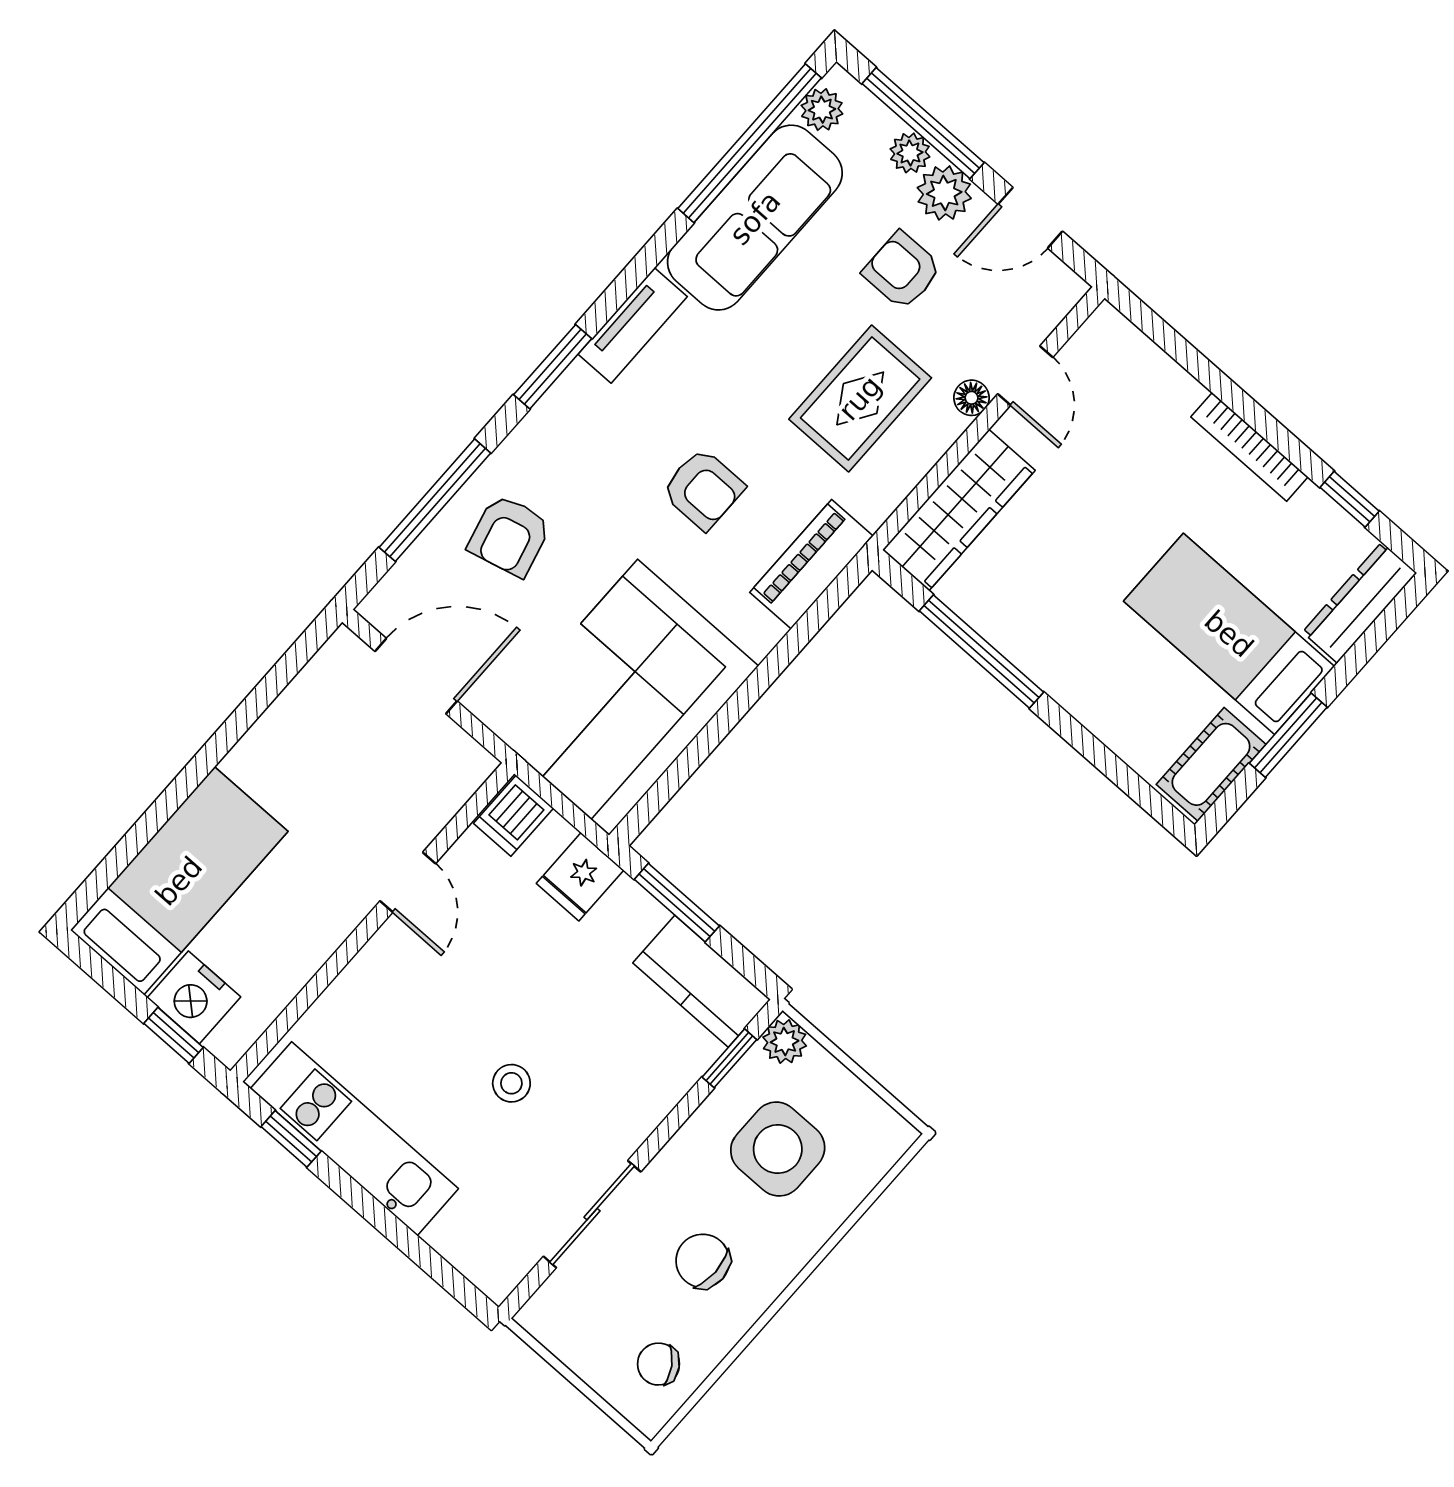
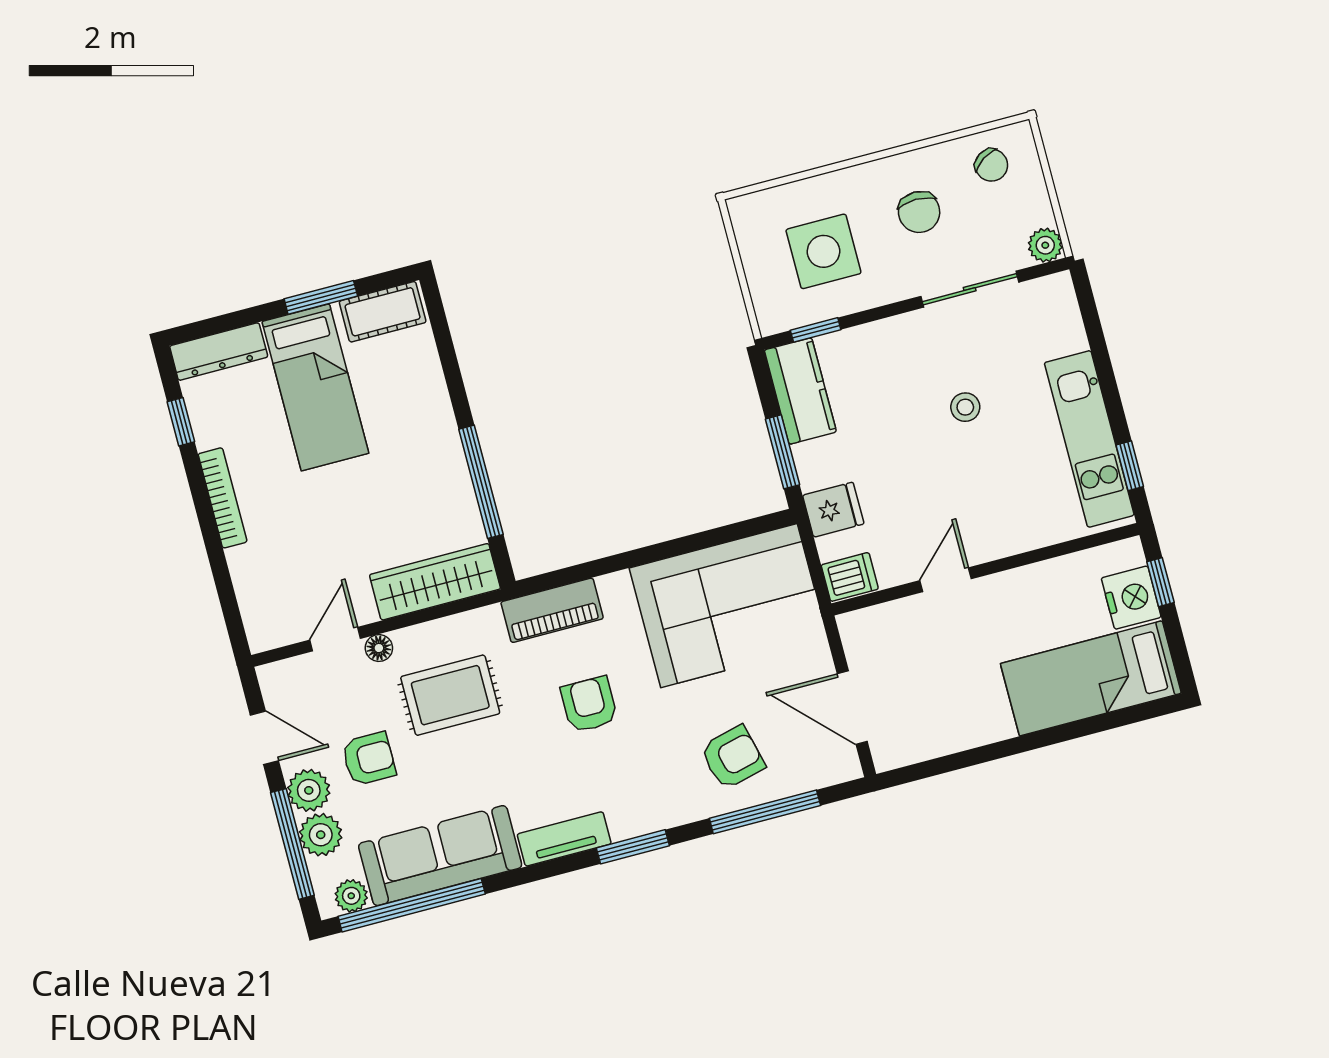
plant: (910, 153) -> (321, 835), width x1.38, depth x1.38
armchair: (902, 271) -> (369, 759), turned -90
plant: (785, 1042) -> (1045, 245), moved

